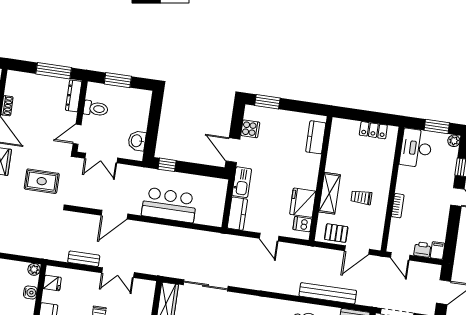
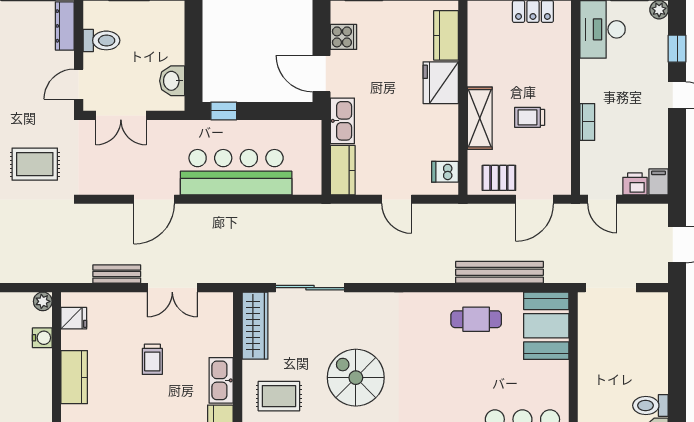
fridge: (303, 203) -> (441, 83), moved
bar counter: (169, 205) -> (236, 172), width x1.36

